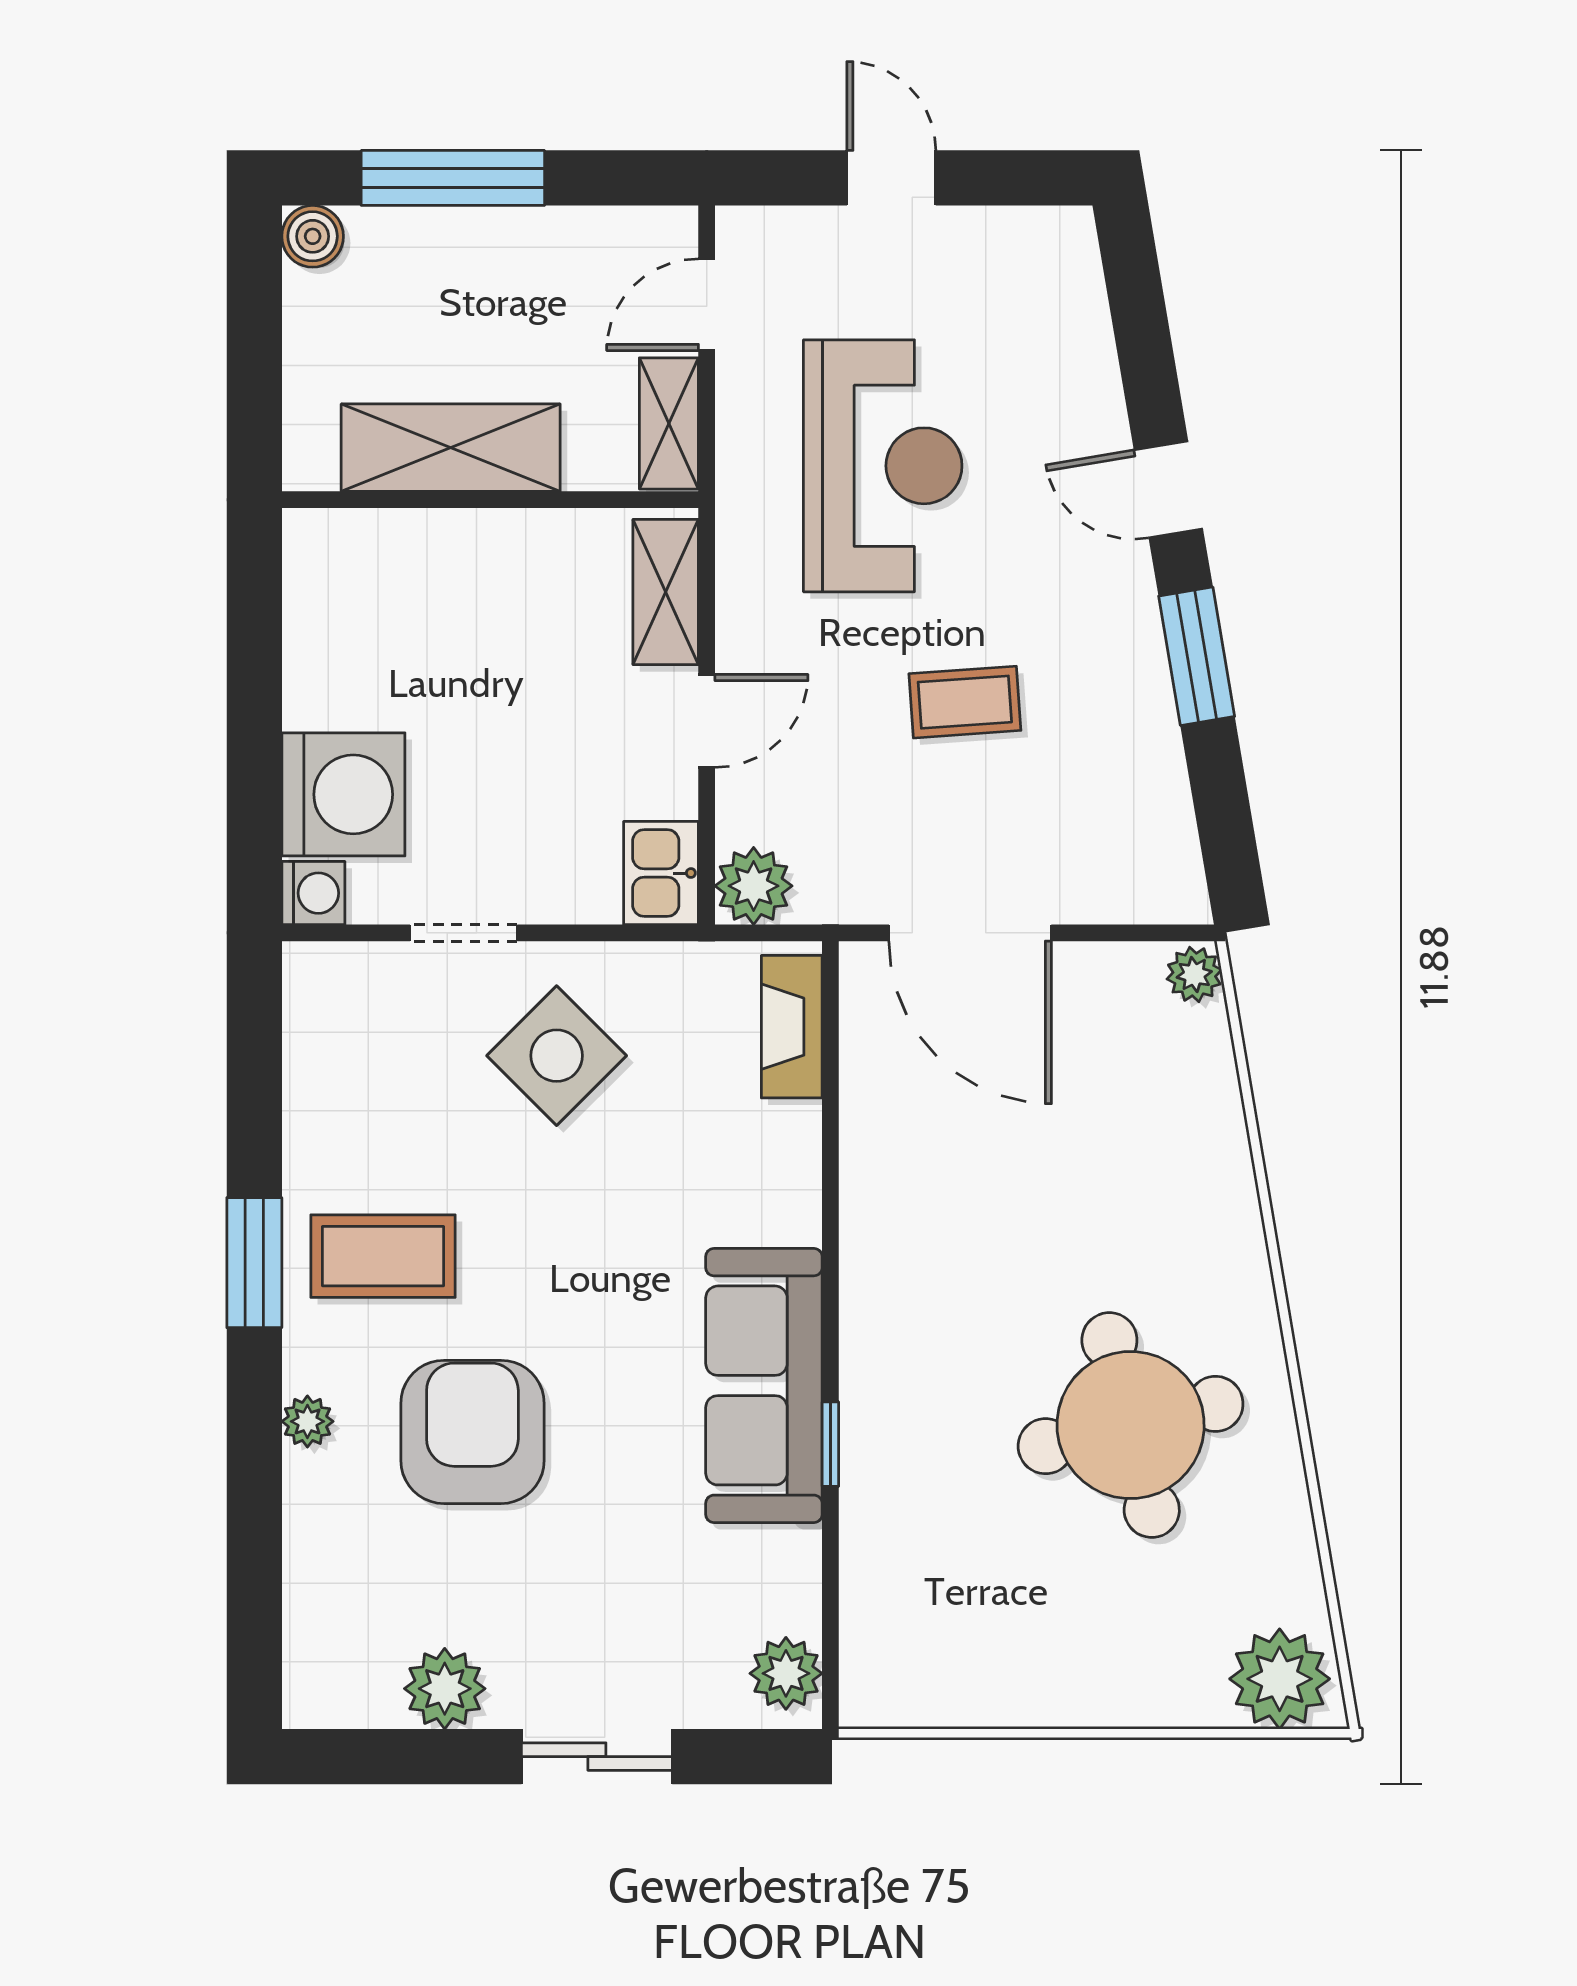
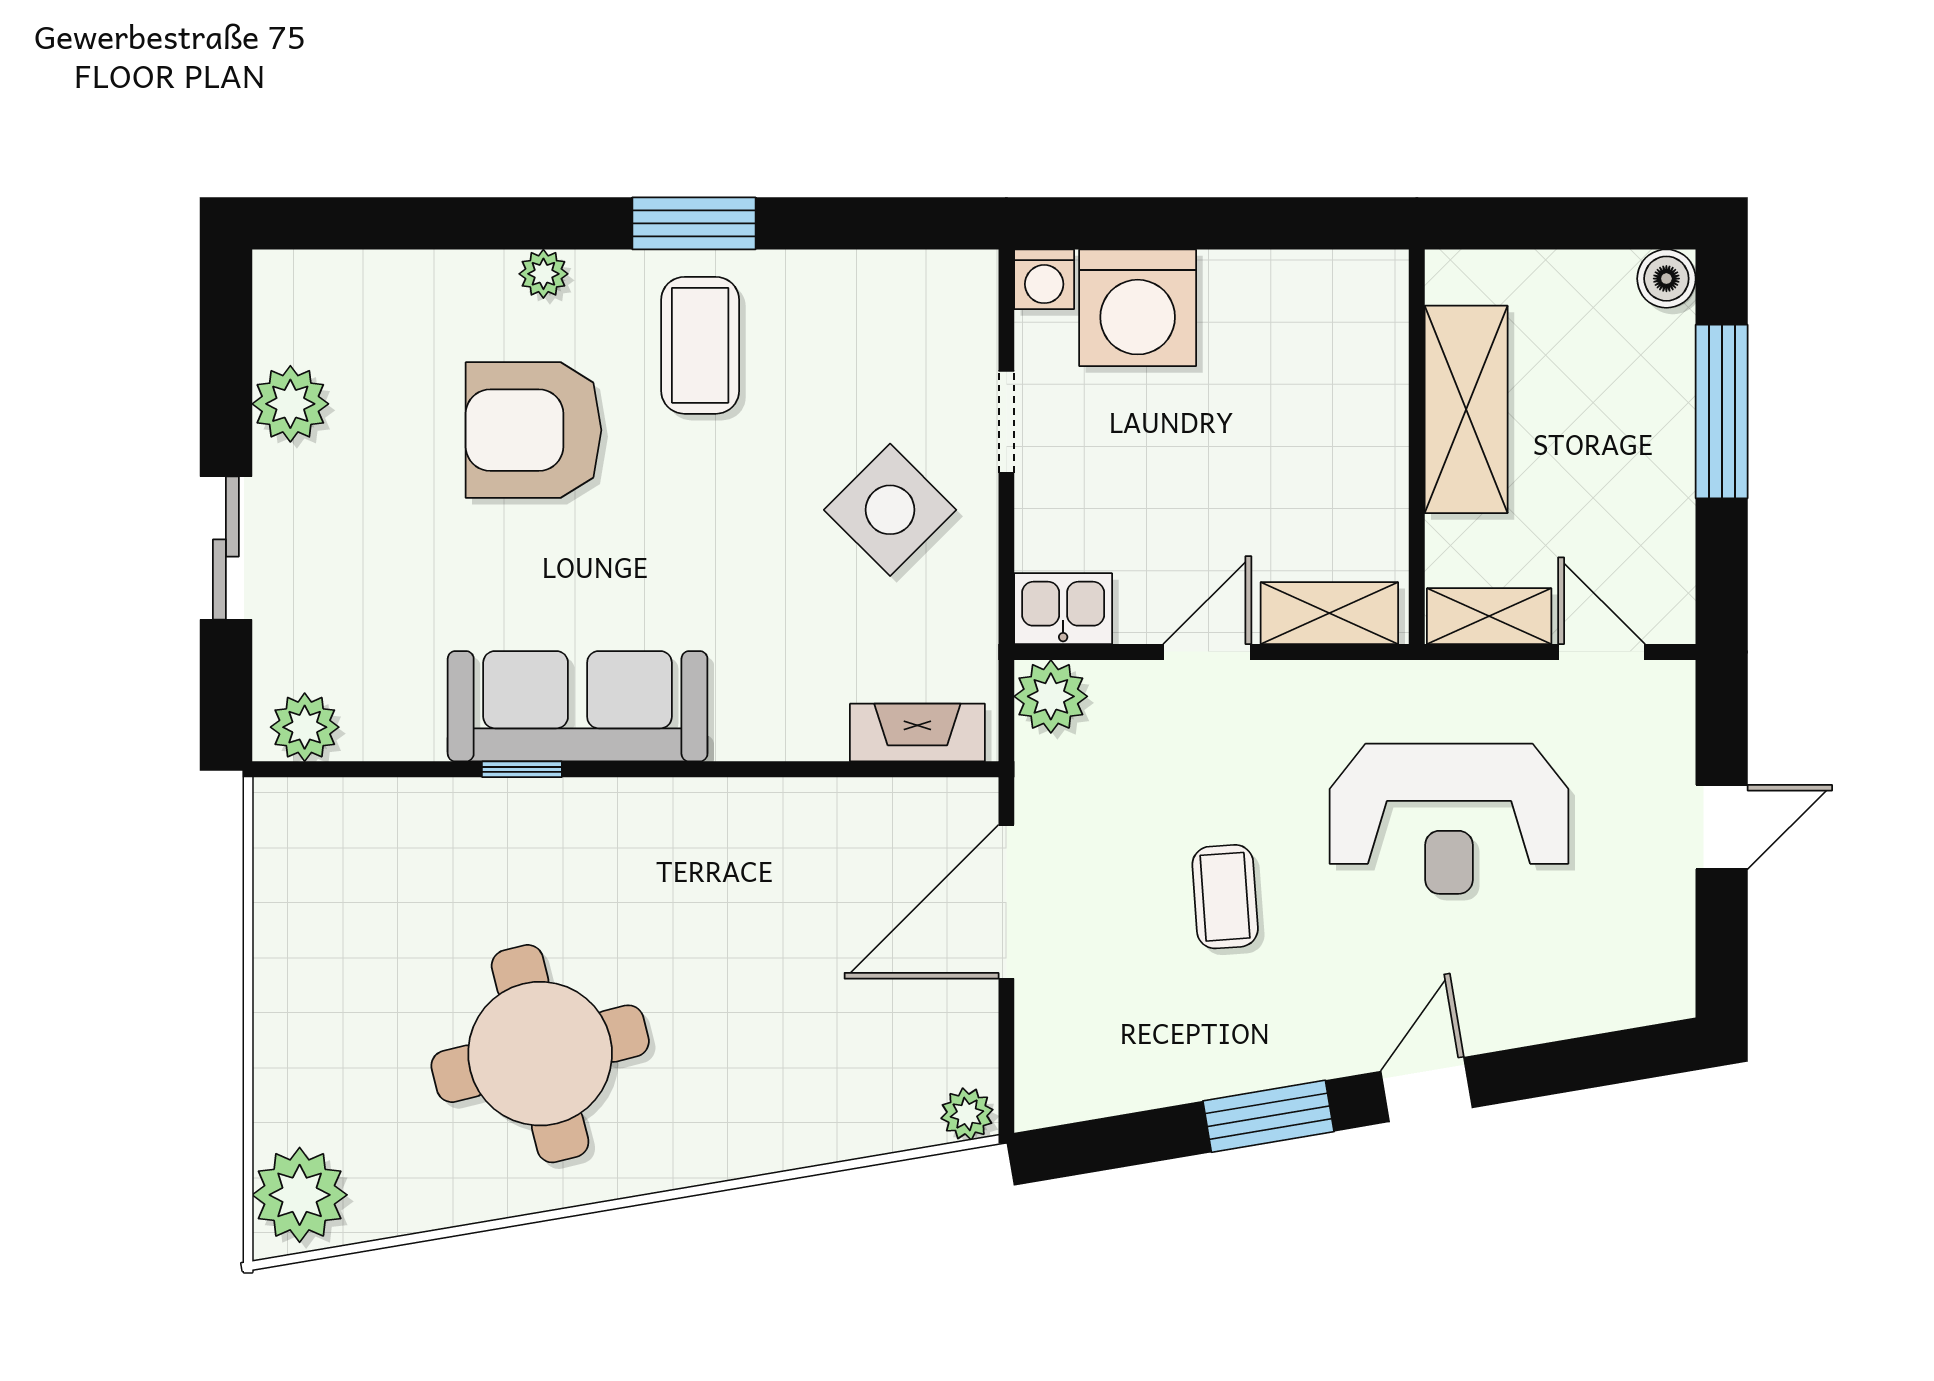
door: (707, 721) -> (1207, 652), swing flipped
armchair: (472, 1432) -> (534, 430), turned 180

